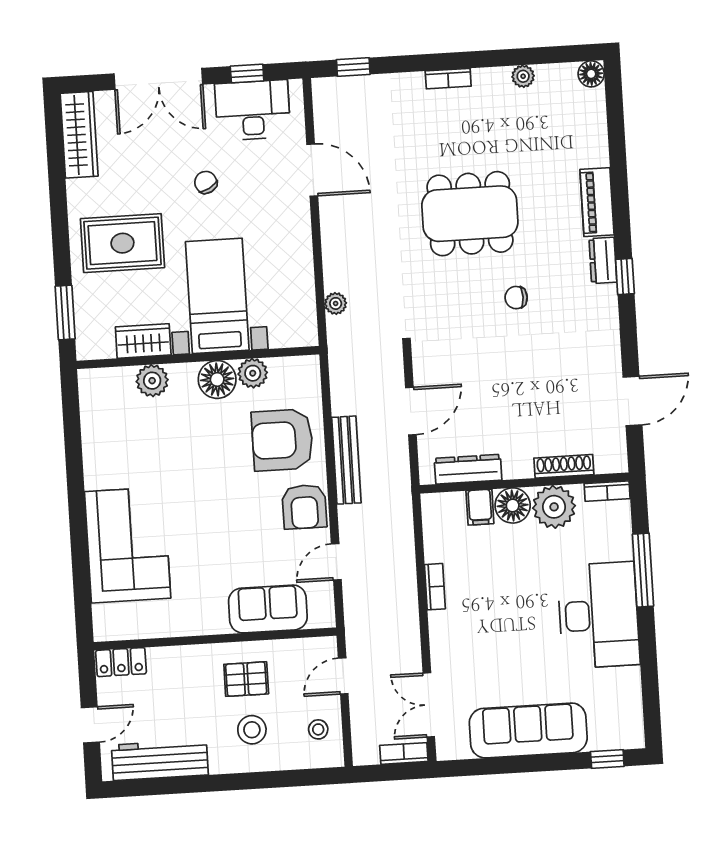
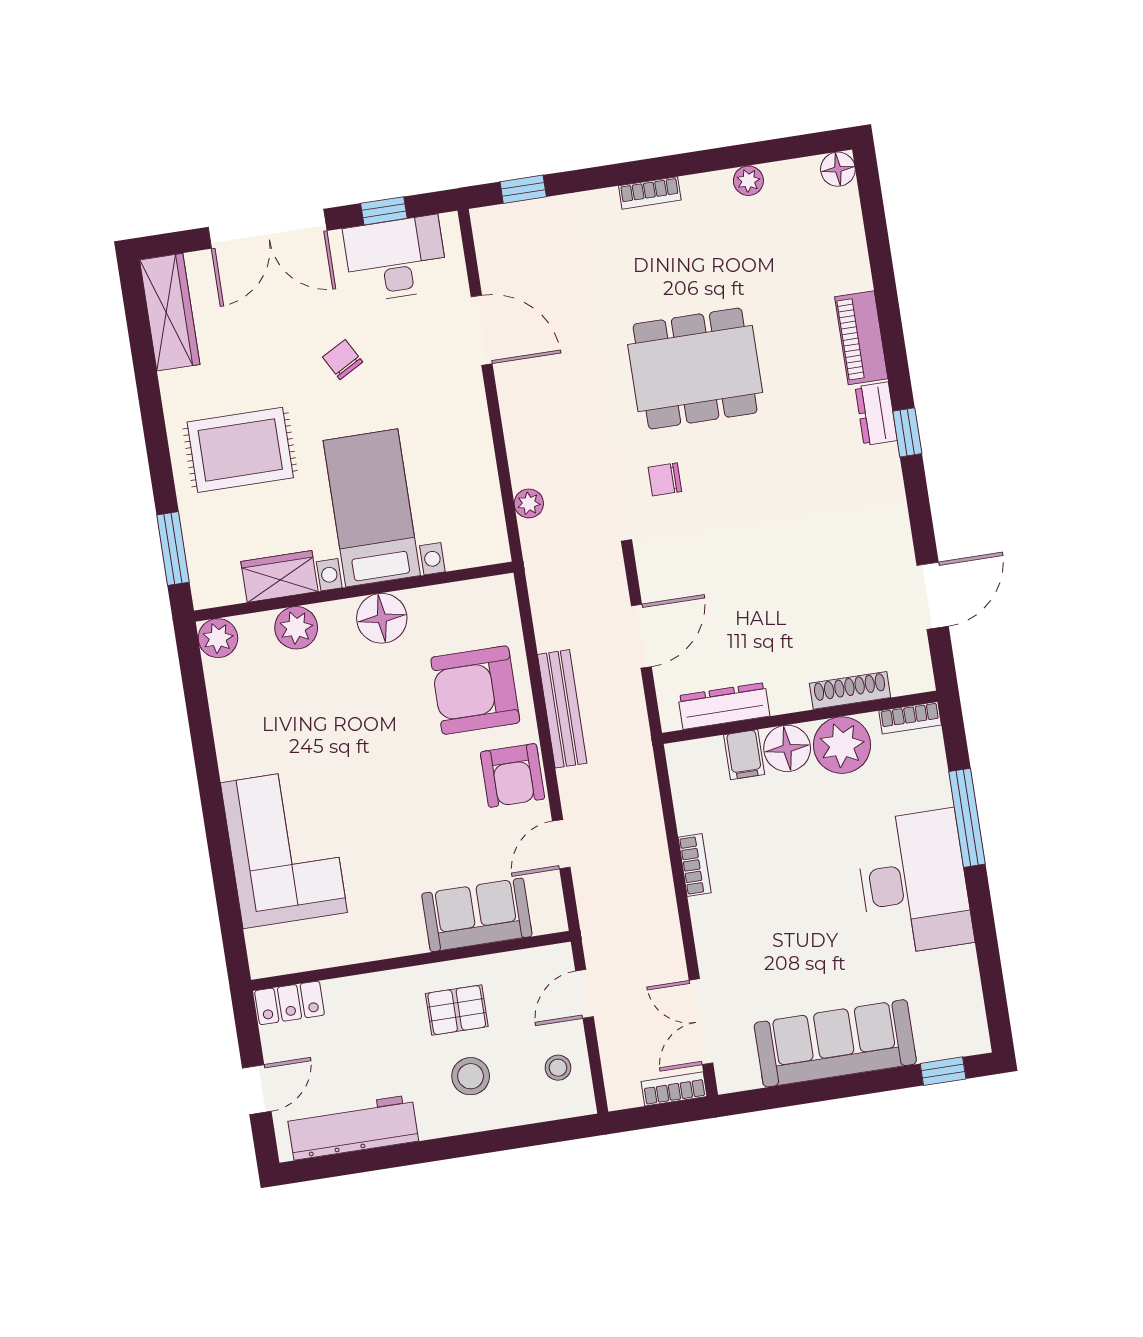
chair: (516, 298) -> (665, 479), moved
plant: (253, 373) -> (218, 638), moved

